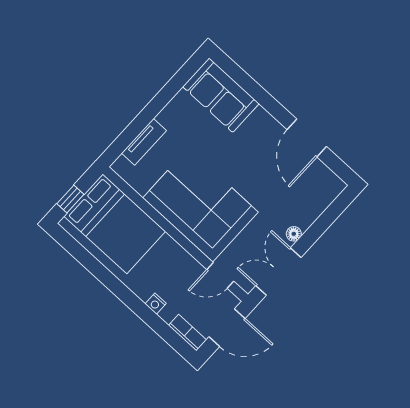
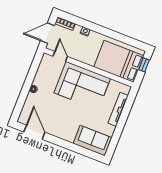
door: (307, 138) -> (34, 132), moved
tv unit: (144, 142) -> (118, 109), width x1.41
double door: (278, 272) -> (34, 69), removed
door: (220, 275) -> (60, 56), hinge flipped

